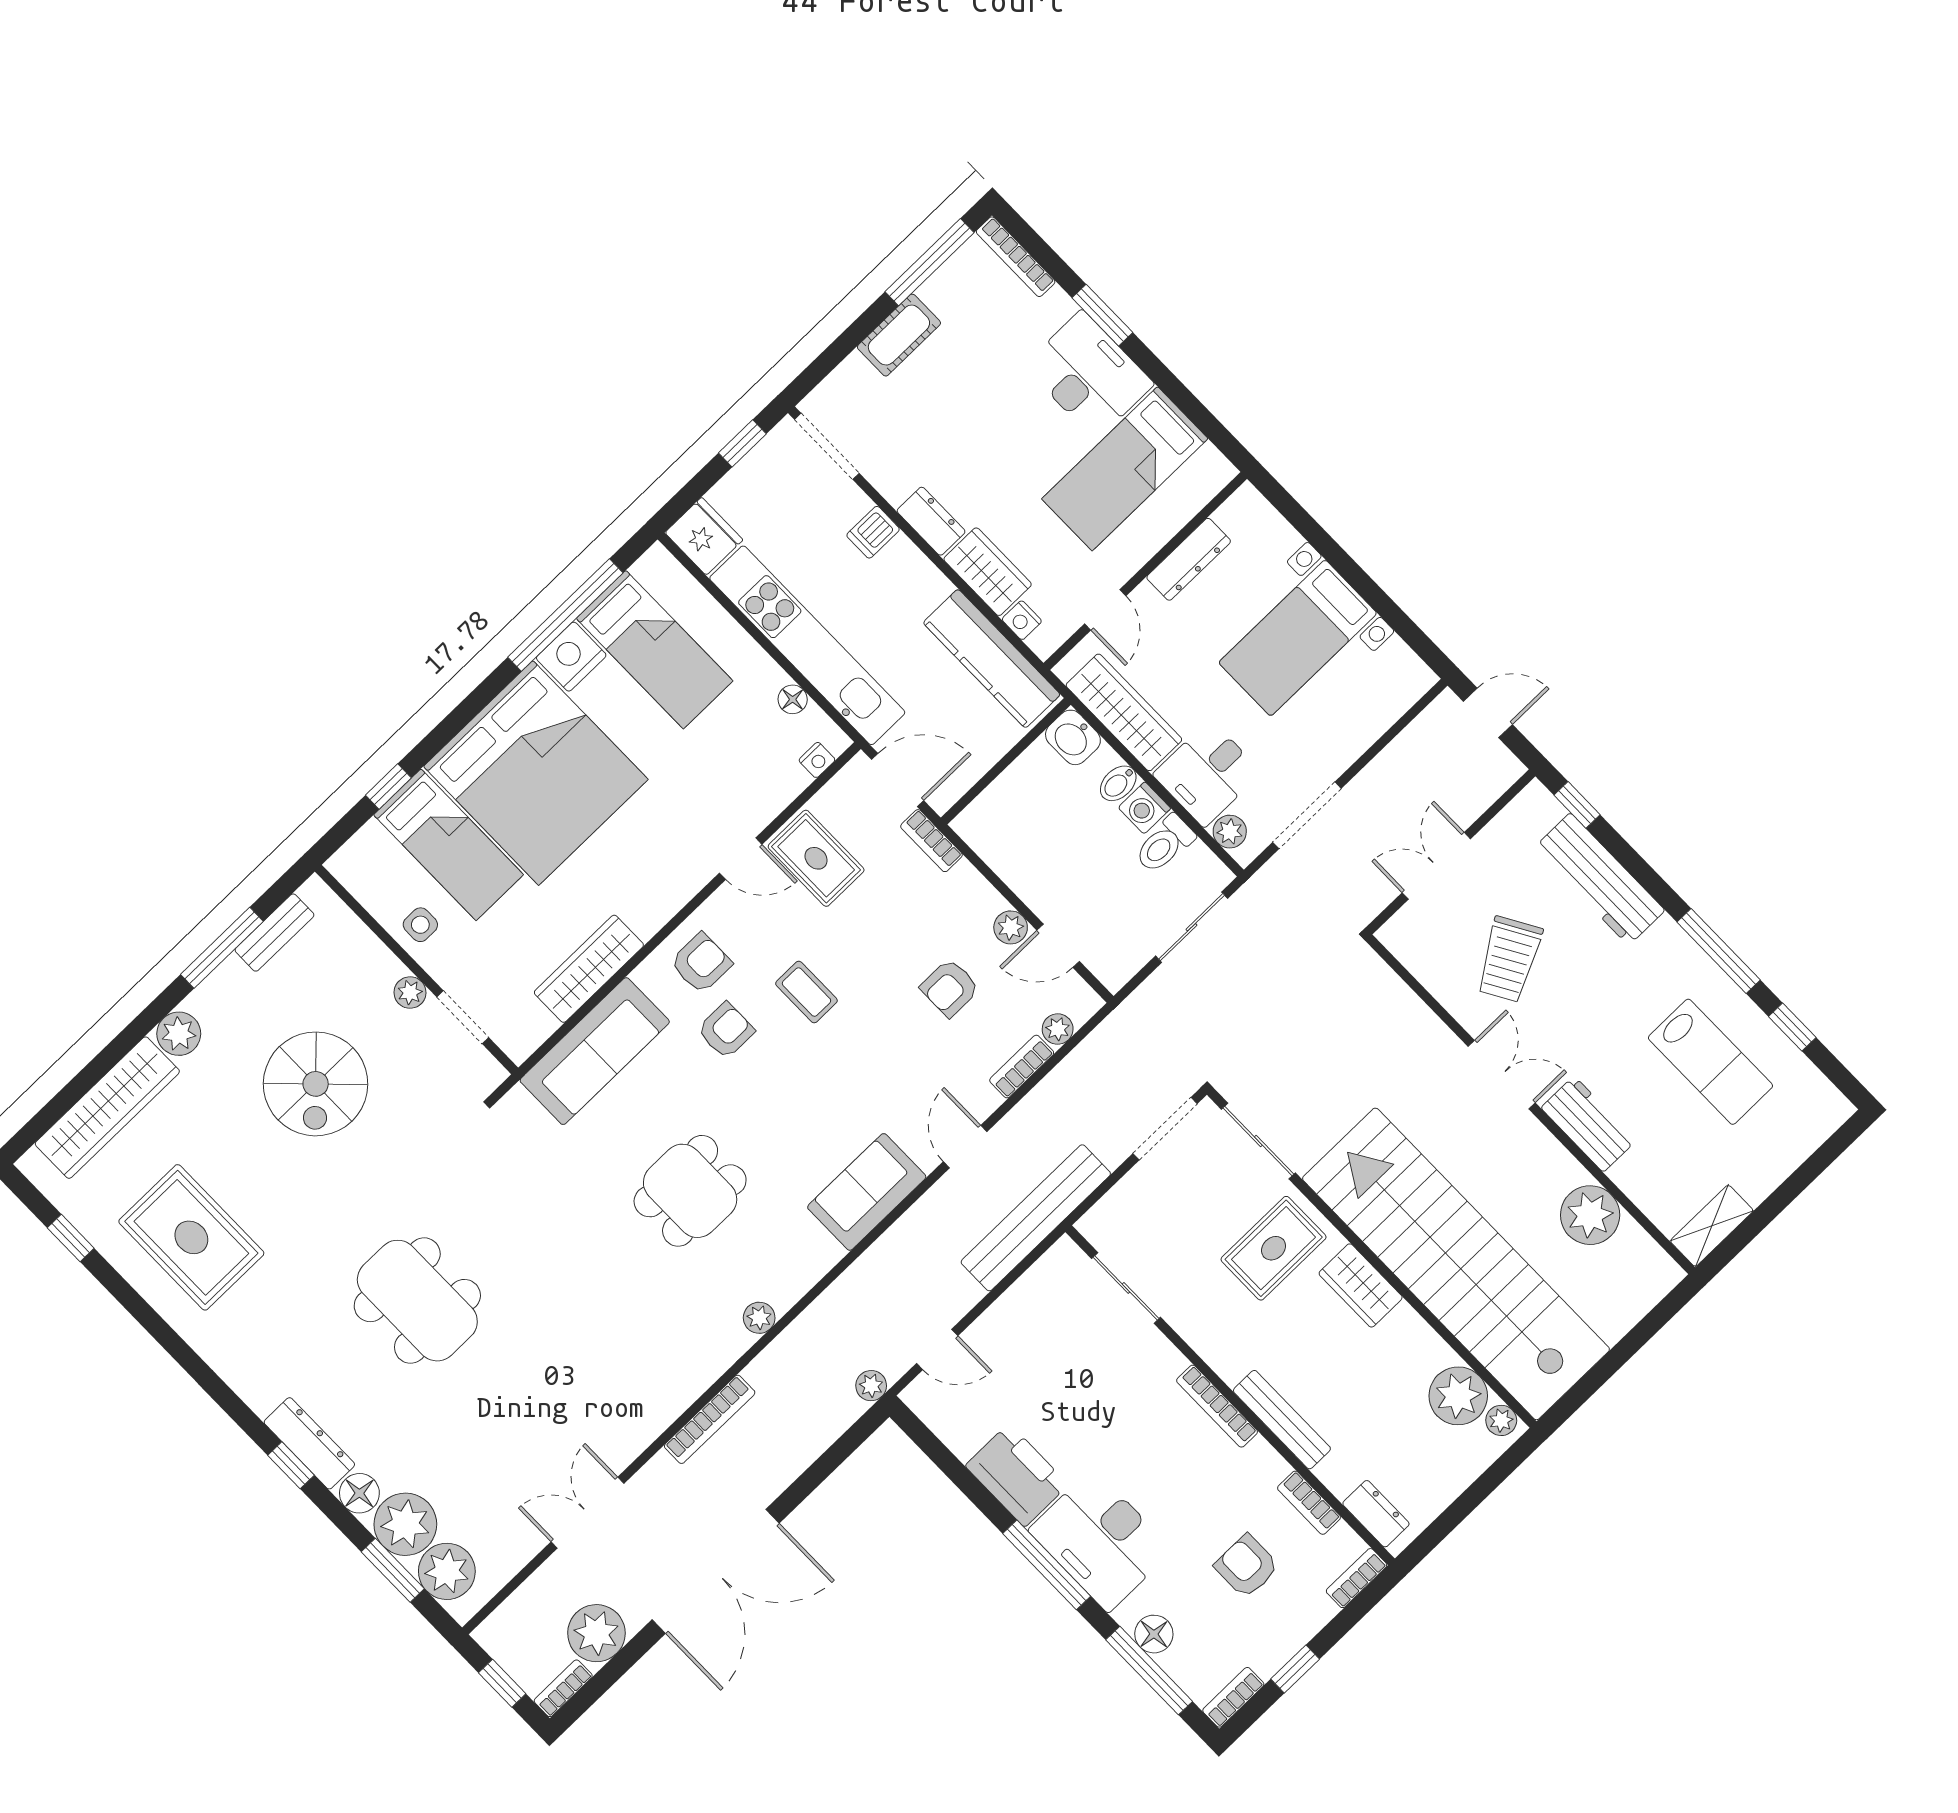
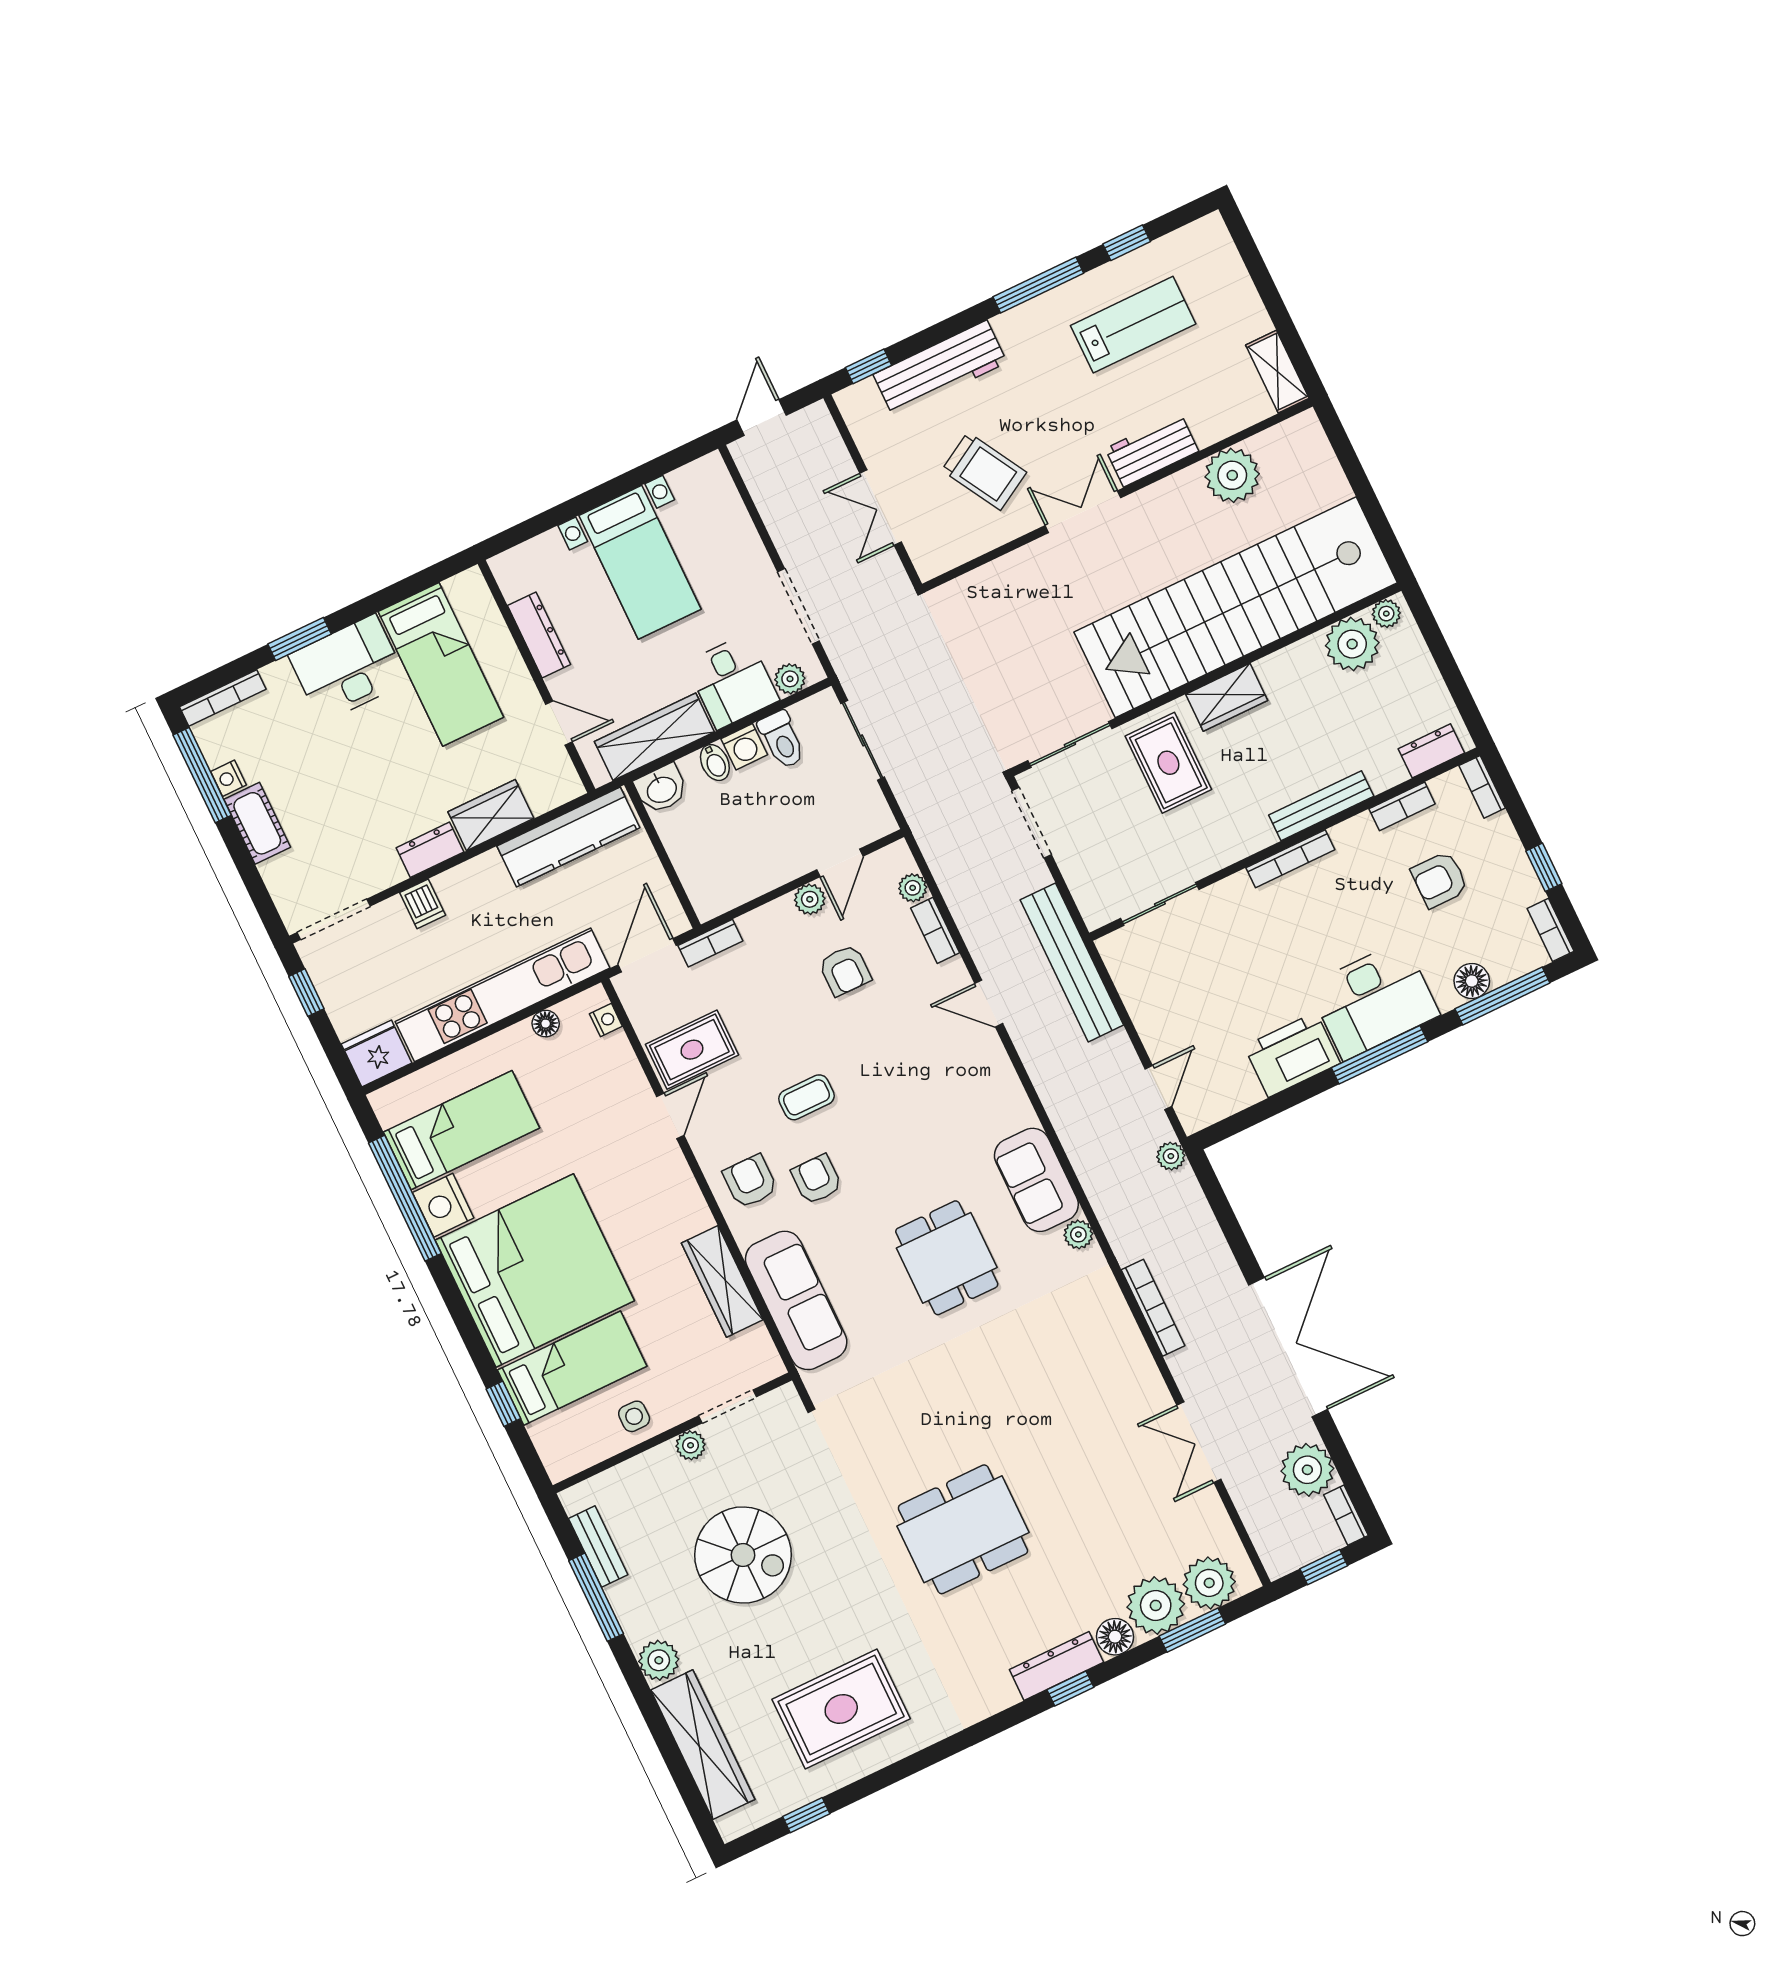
nightstand: (1022, 620) -> (228, 778), moved, turned 90
sofa: (867, 1192) -> (1036, 1180), moved

